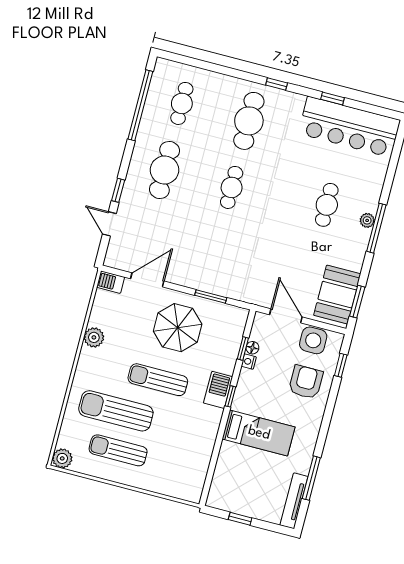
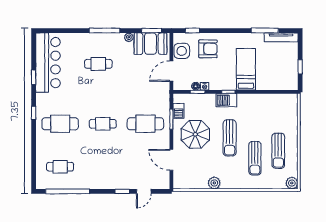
cafe table: (164, 170) -> (145, 124), moved
plant: (367, 220) -> (129, 37), moved
barbecue: (111, 282) -> (178, 111), moved
armchair: (306, 382) -> (208, 49), turned 180
sun lounger: (116, 411) -> (255, 158), width x0.73, depth x0.75

